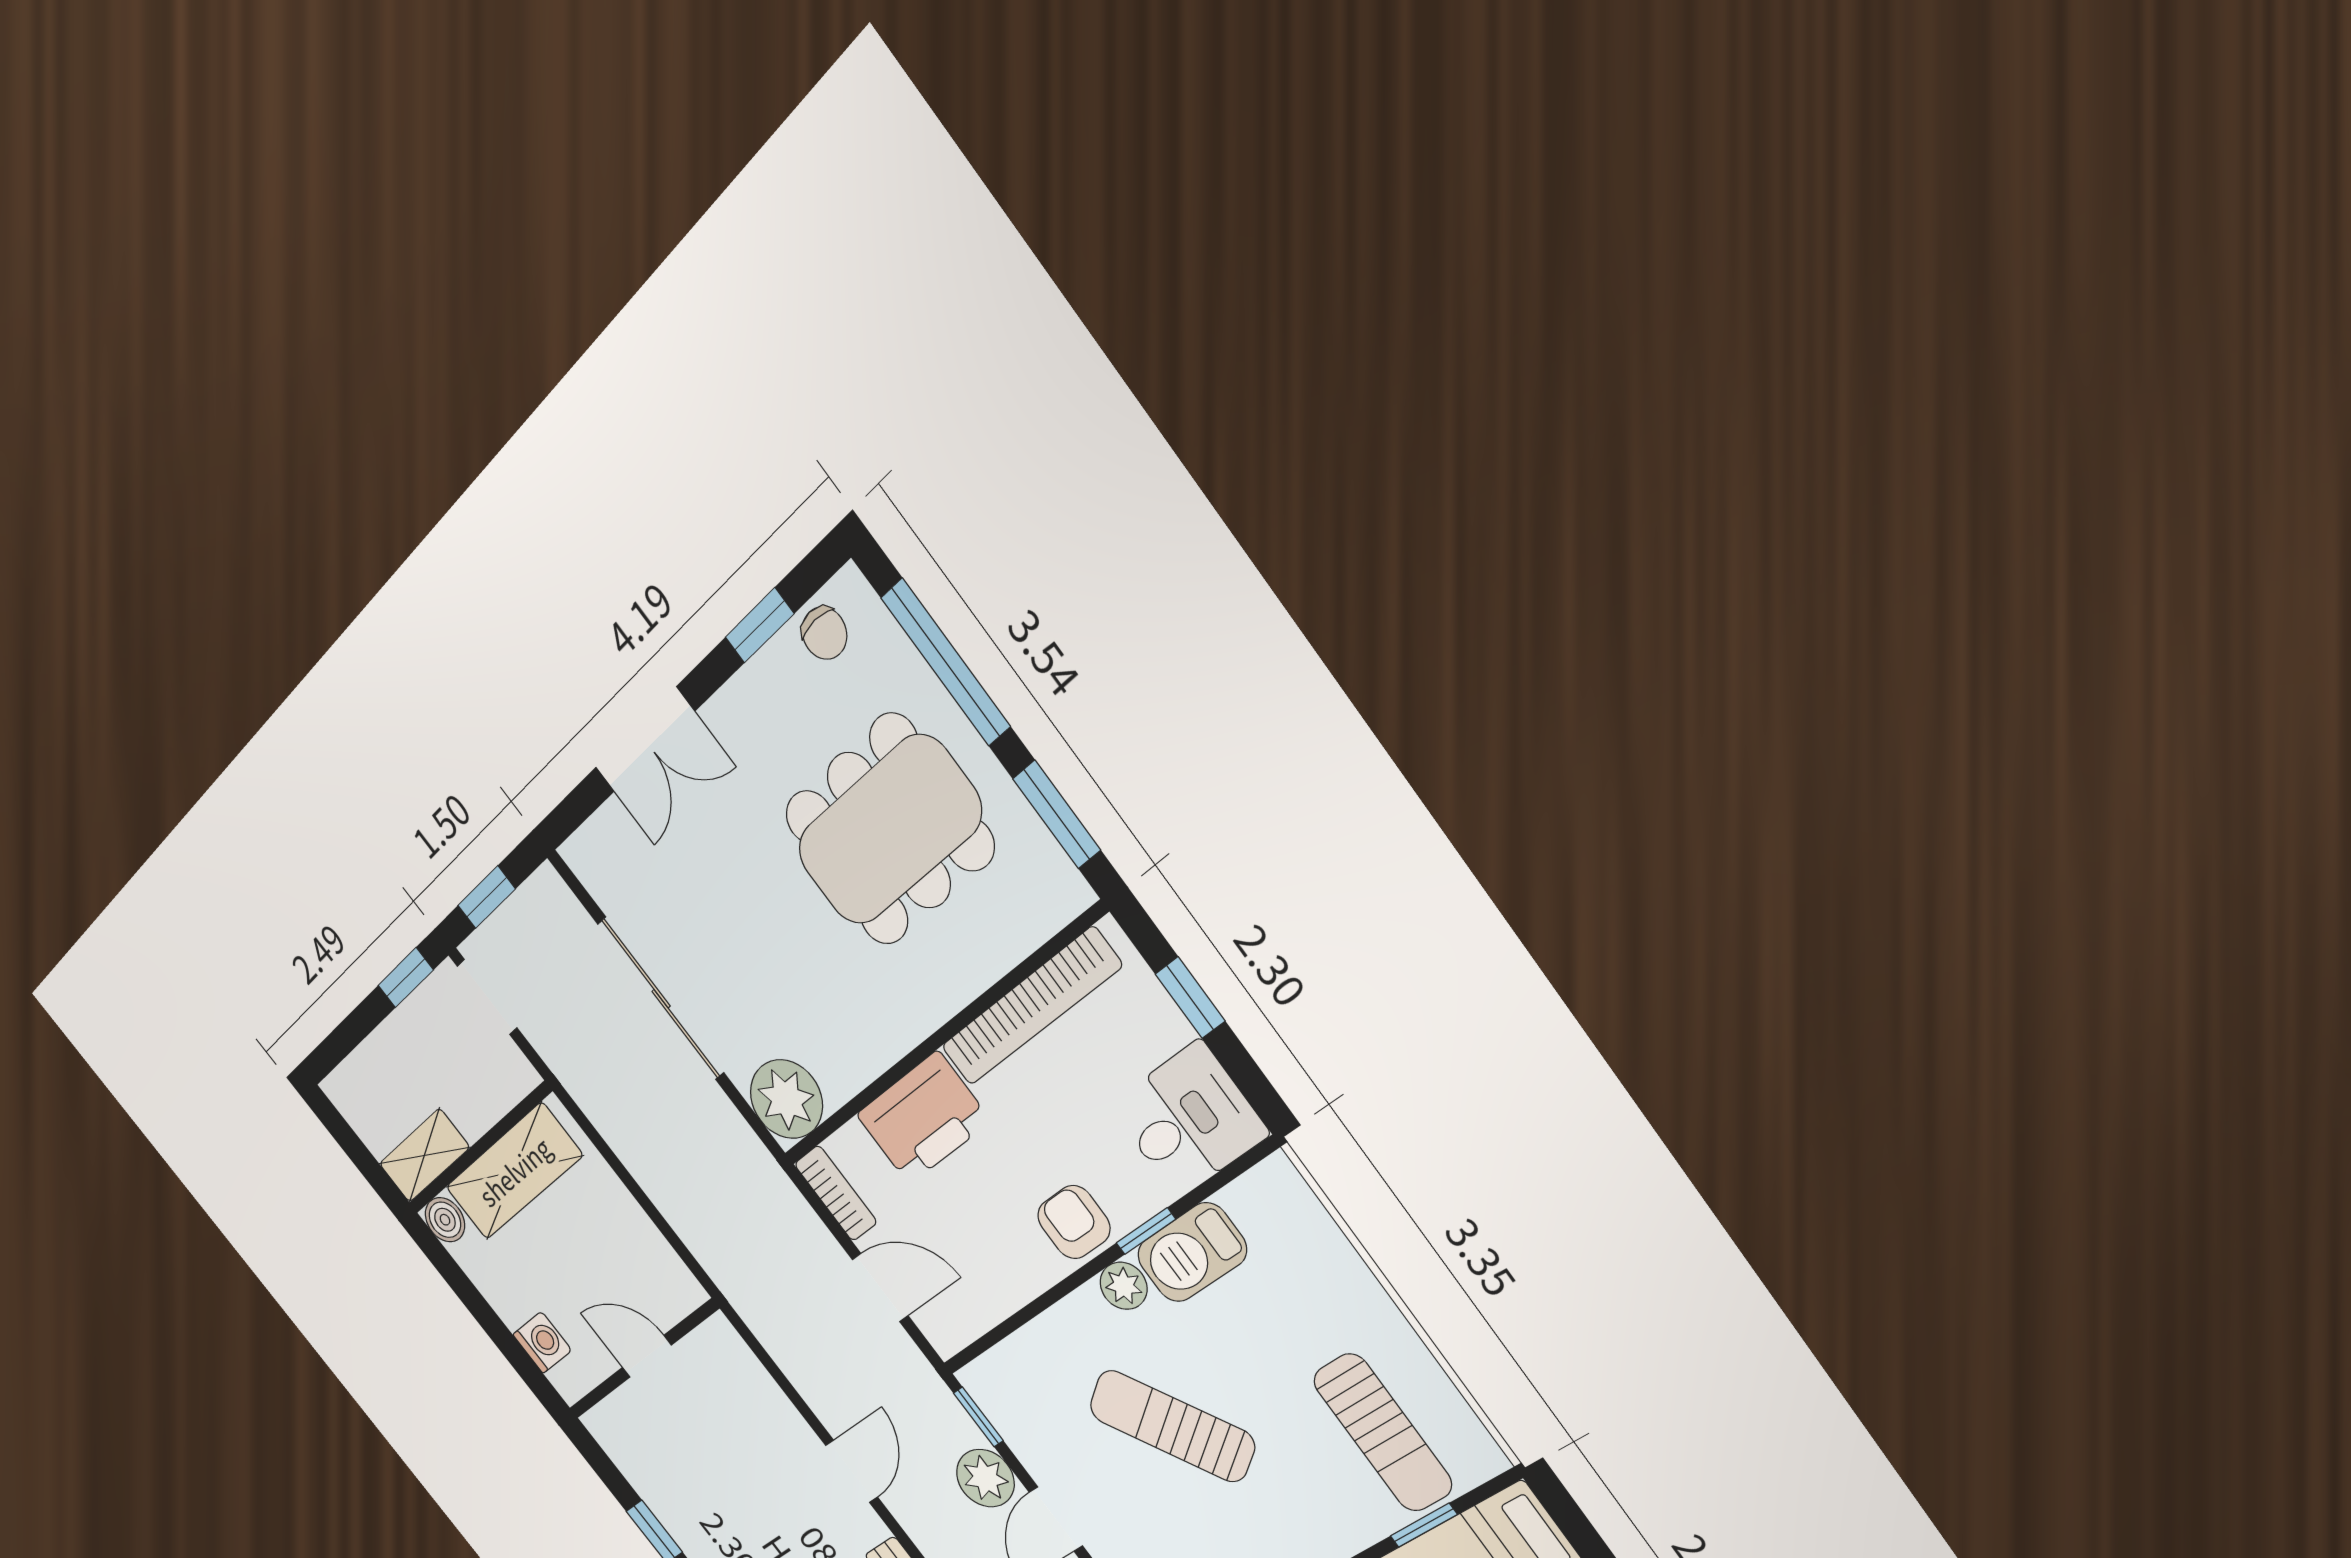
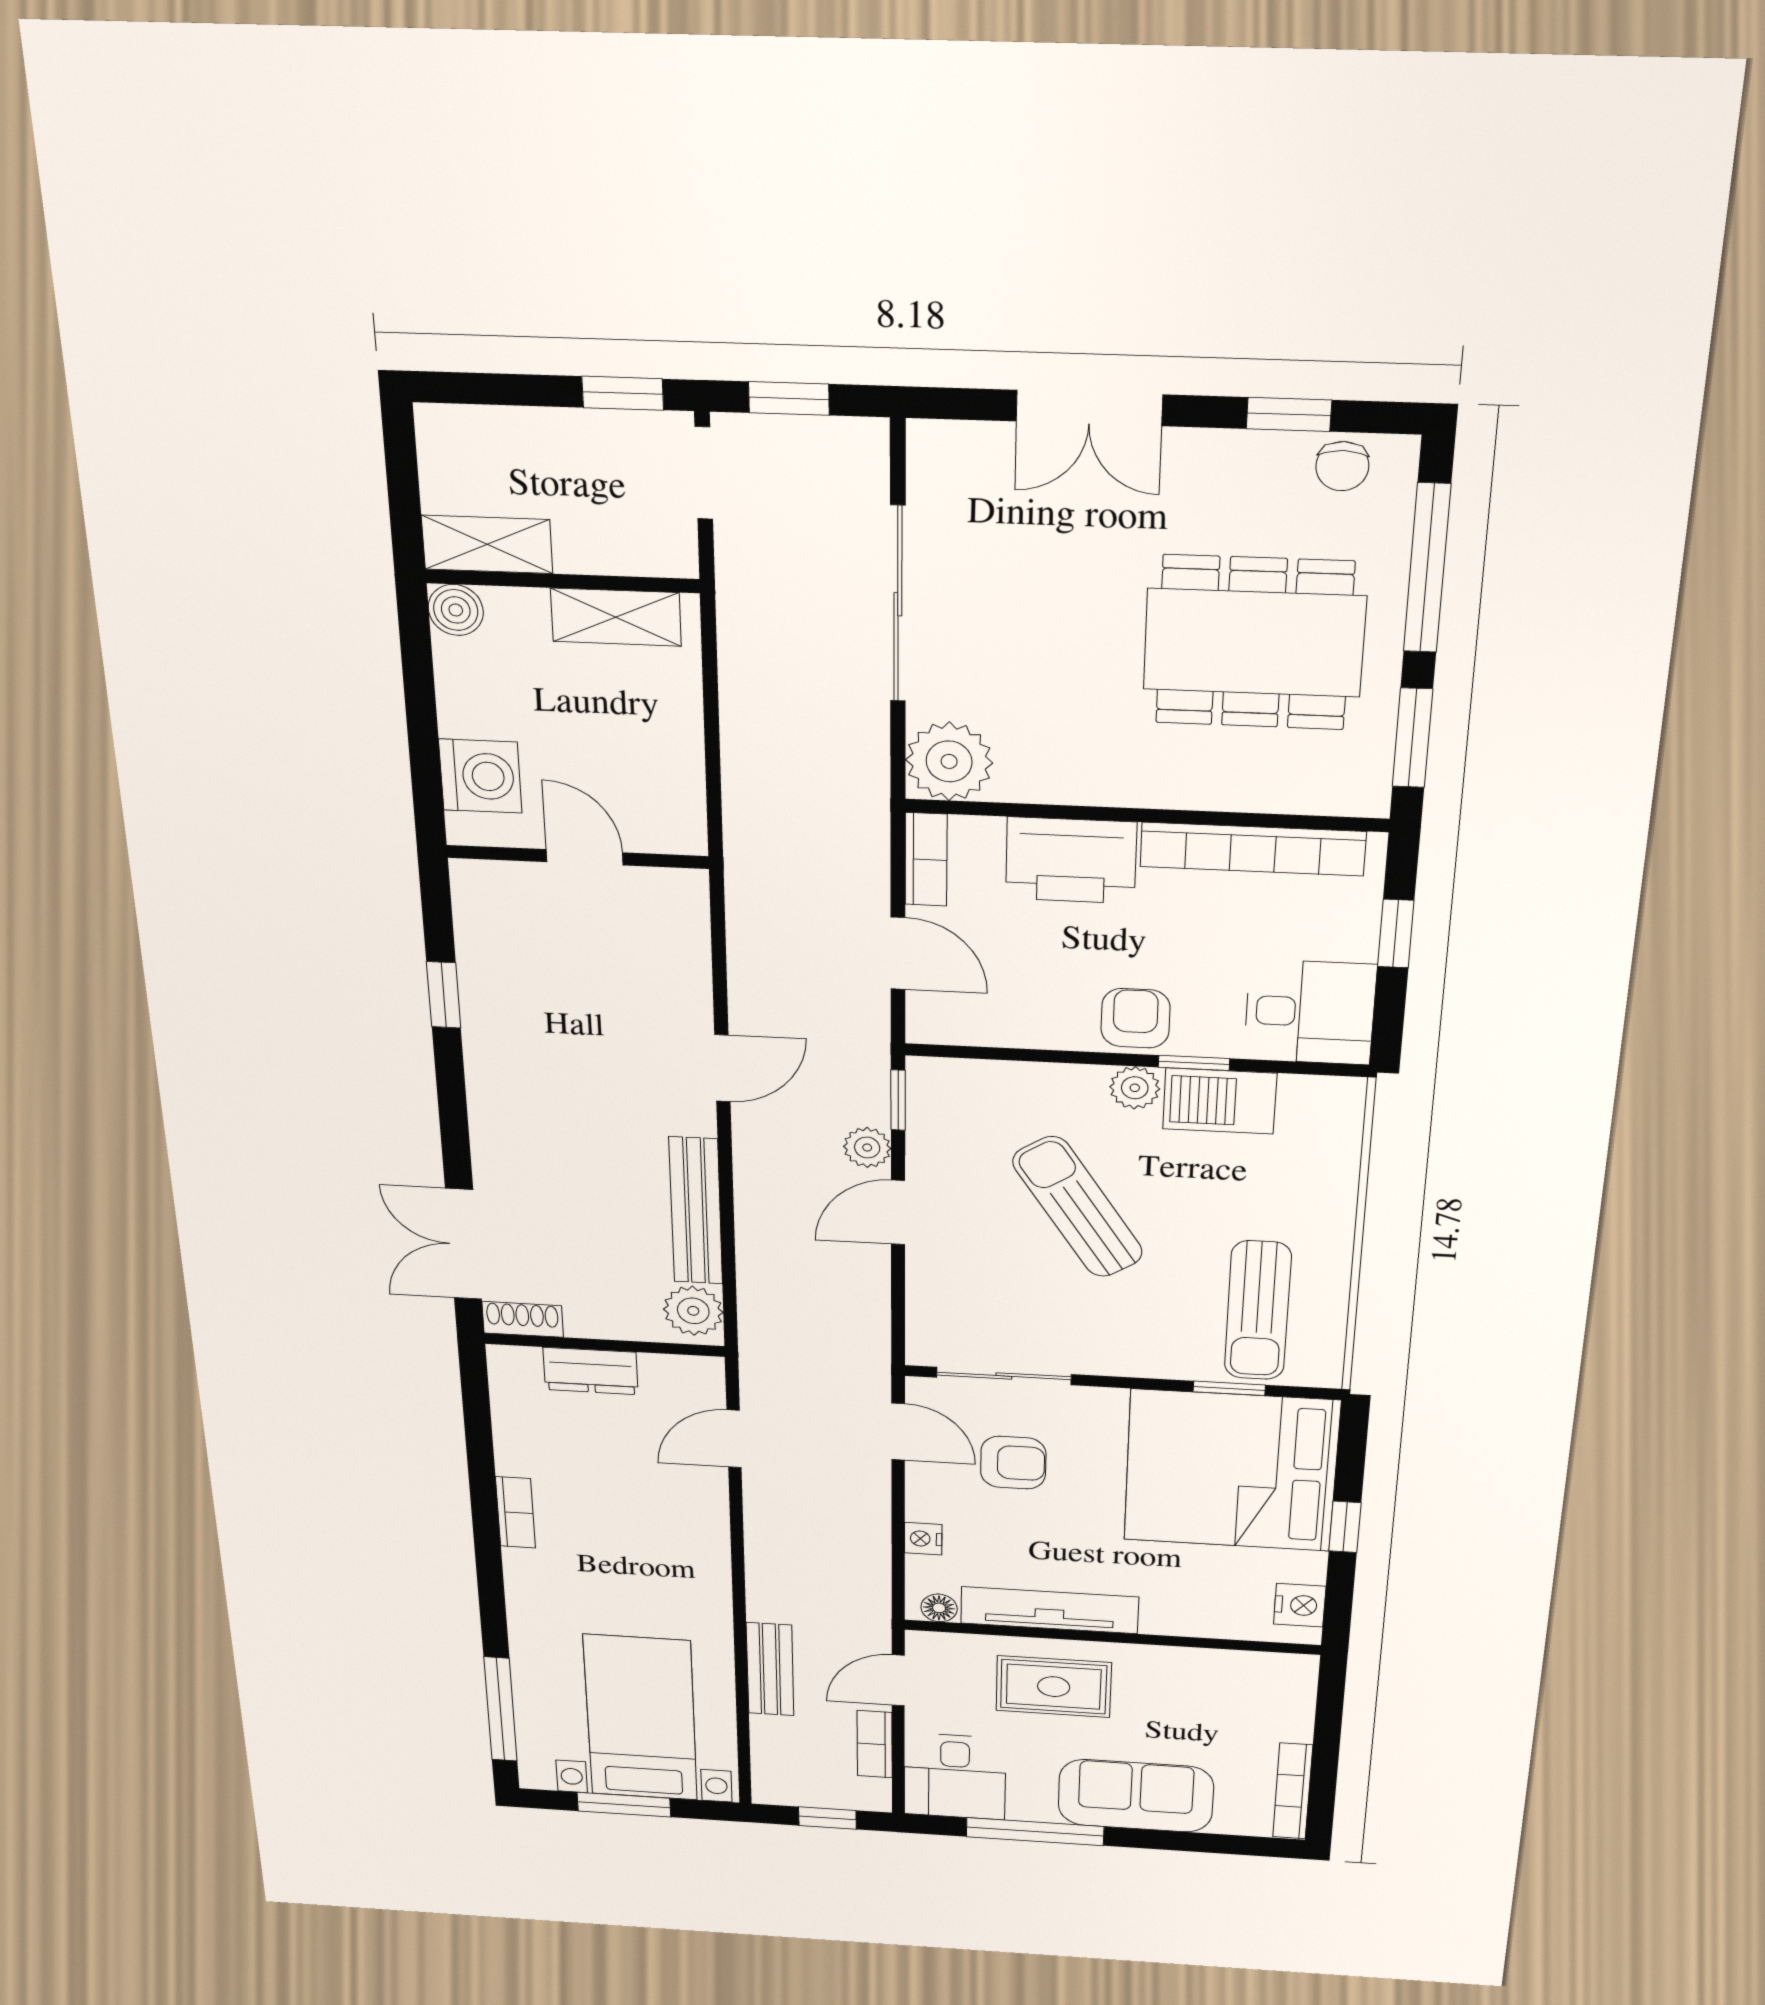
shelving: (514, 1171) -> (616, 617), width x0.67, depth x0.75
washing machine: (542, 1342) -> (480, 776), width x1.38, depth x1.38
plant: (985, 1478) -> (867, 1148), width x0.73, depth x0.73

